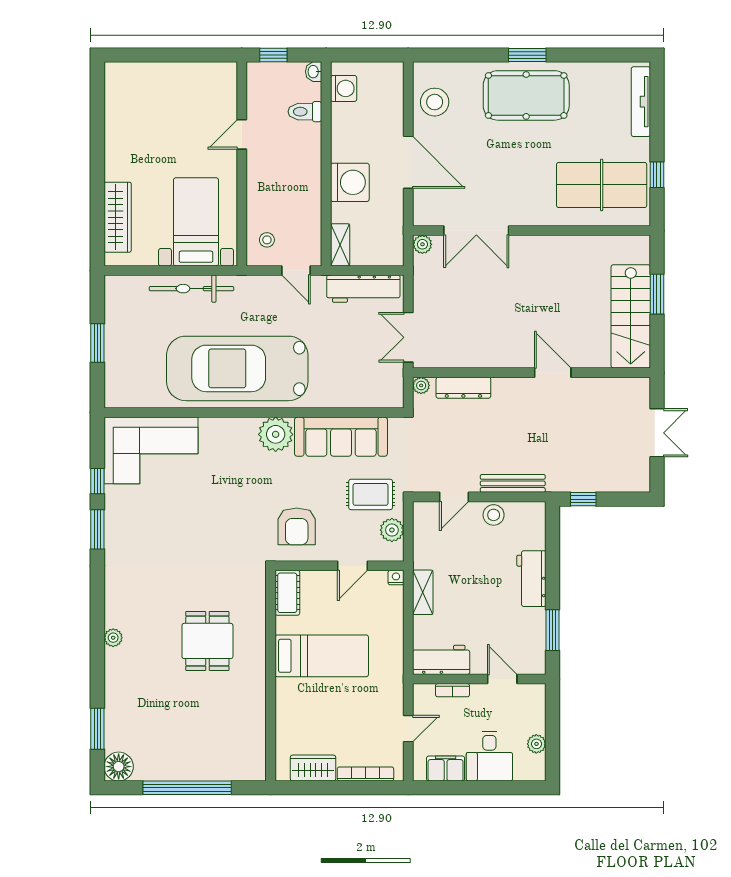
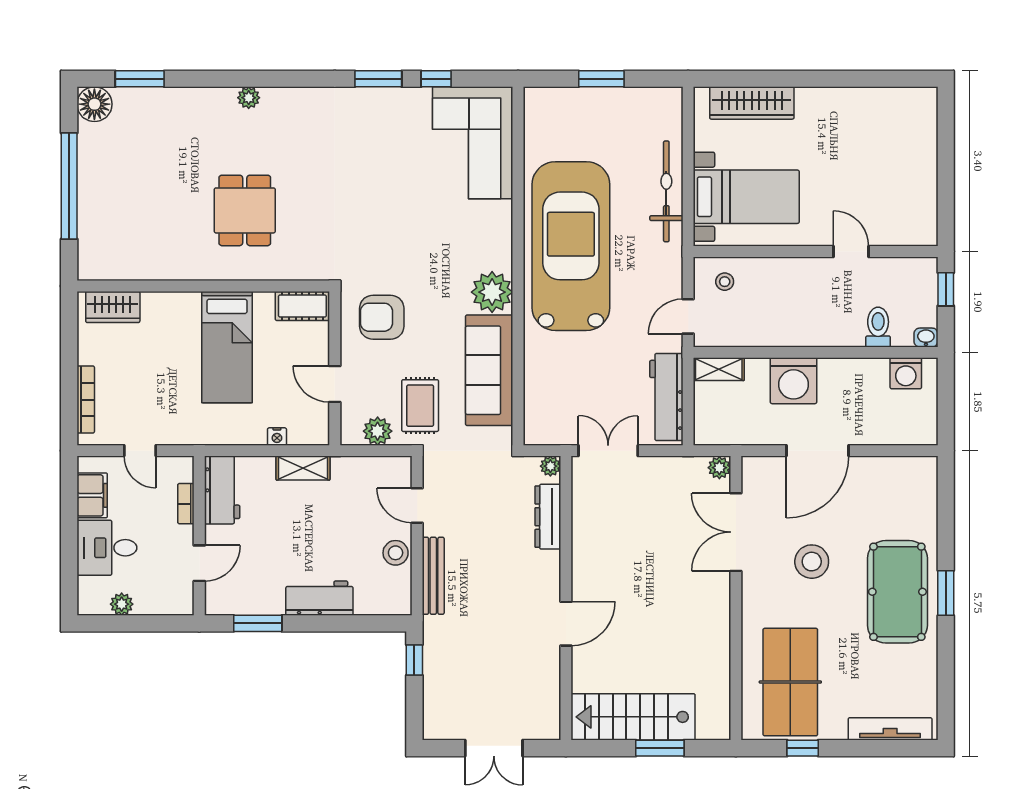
stool: (435, 102) -> (812, 562), moved
nightstand: (396, 578) -> (277, 437), moved, turned 90
dining table: (207, 641) -> (245, 210), turned 90
wardrobe: (313, 768) -> (113, 307), moved, turned 90

